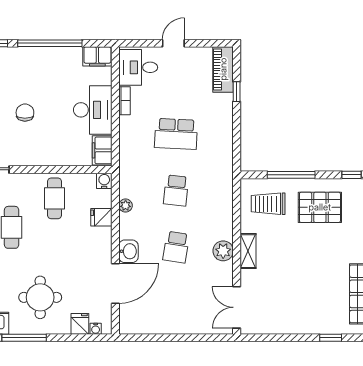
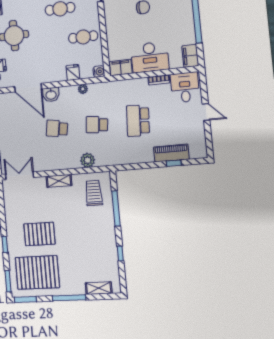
piano: (223, 69) -> (171, 153), moved
pallet: (320, 207) -> (39, 234), moved, turned 90
plant: (223, 251) -> (88, 160), moved

